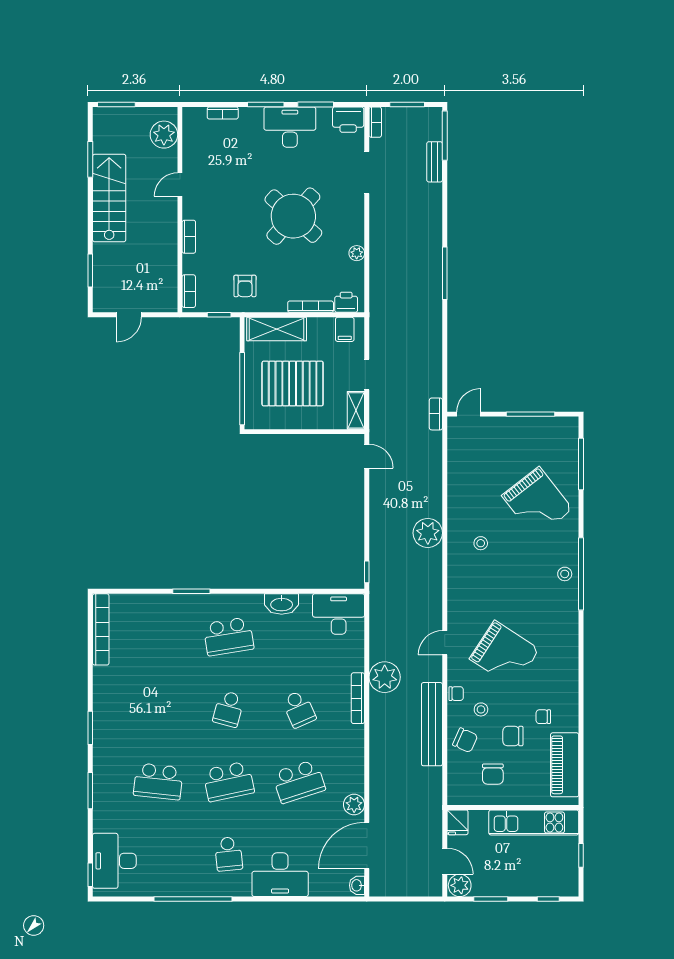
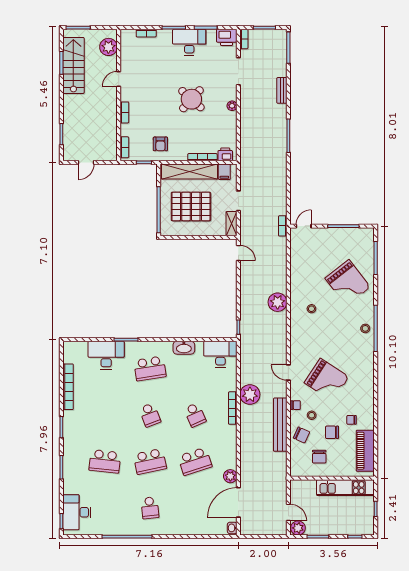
bench: (435, 162) -> (282, 90), moved
stairs: (109, 198) -> (73, 65), moved
round table: (293, 216) -> (191, 99), width x0.73, depth x0.73
plant: (357, 253) -> (232, 106), moved
shelving: (277, 329) -> (190, 172), width x1.47
bookcase: (101, 629) -> (68, 387), moved
door: (445, 643) -> (288, 372), hinge flipped
school desk: (229, 709) -> (150, 415), turned -36
fridge: (458, 822) -> (297, 488), removed
desk: (280, 875) -> (106, 355), moved, turned 180

